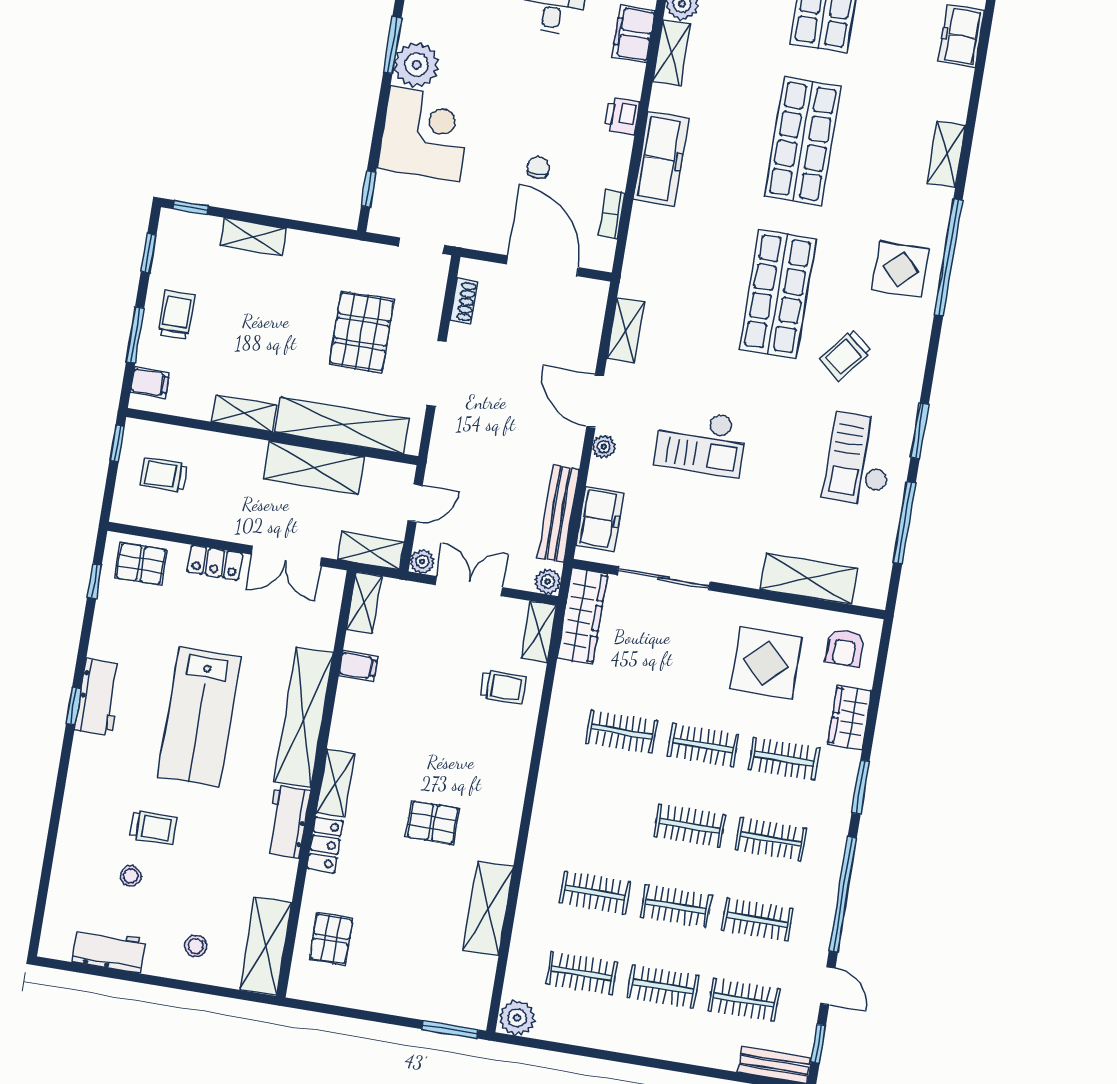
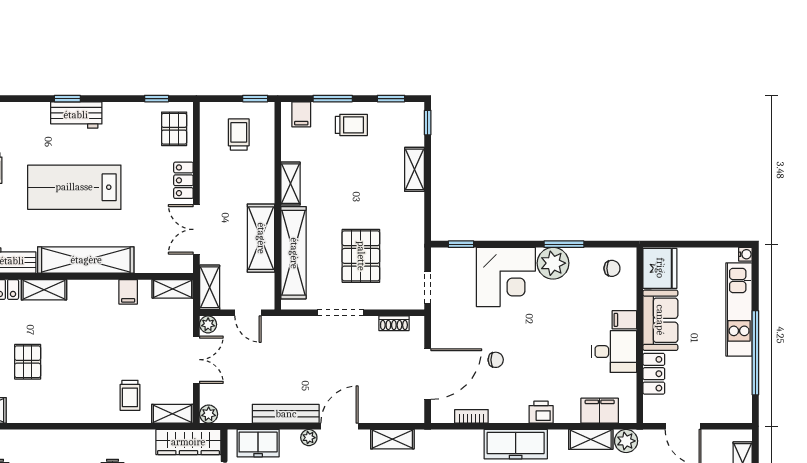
pallet: (362, 332) -> (361, 256), turned 90
bench: (558, 514) -> (286, 414), moved

